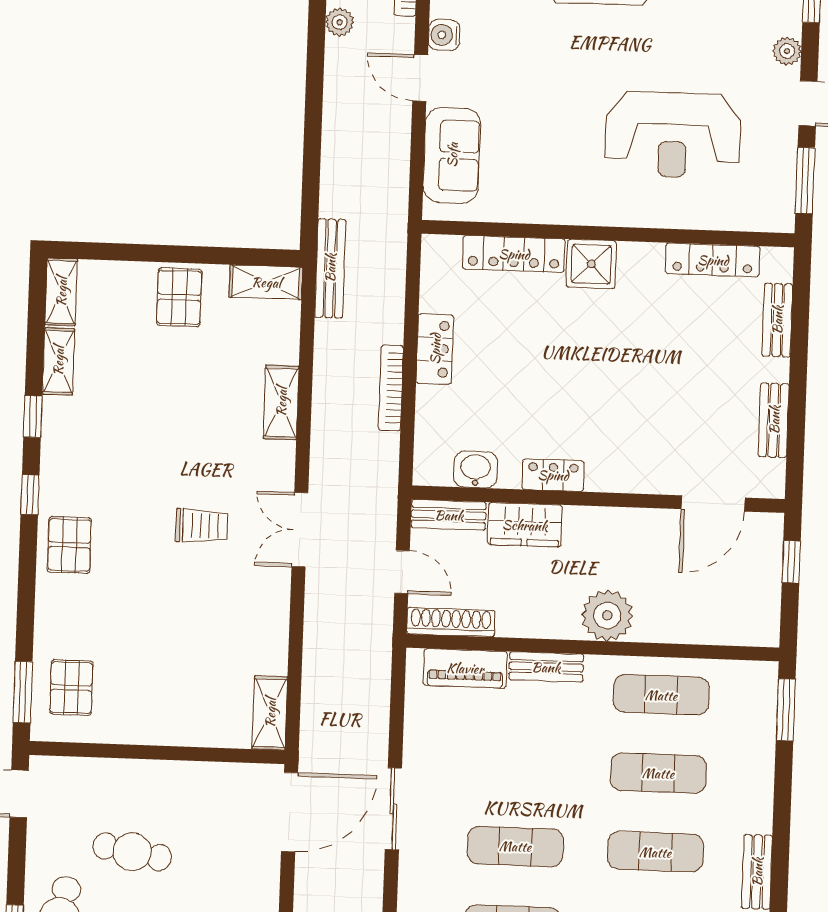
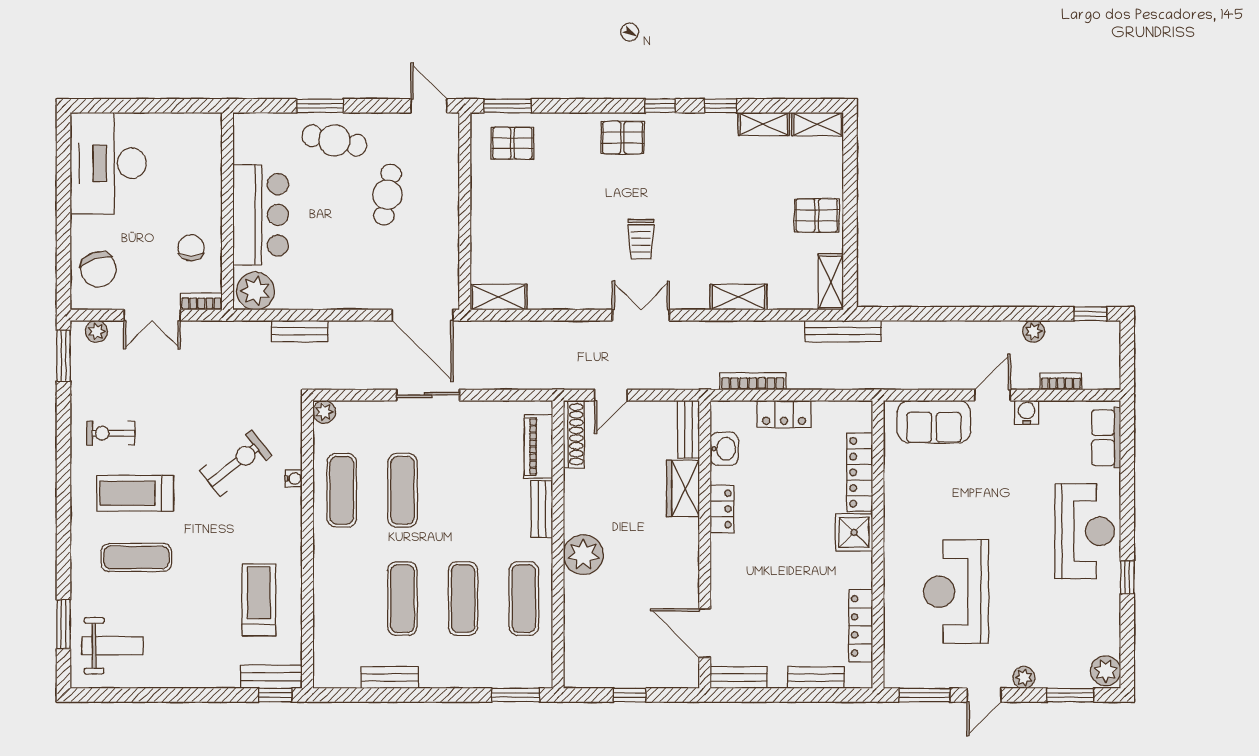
washbasin: (475, 469) -> (724, 449), moved
locker: (553, 475) -> (722, 509), moved
wall: (598, 499) -> (705, 544), moved
door: (713, 503) -> (705, 633), moved
bench: (449, 515) -> (688, 429), moved
wardrobe: (525, 525) -> (683, 488), moved

